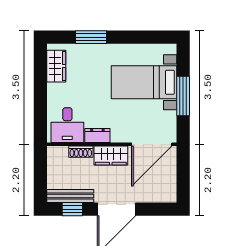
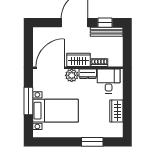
wardrobe: (56, 66) -> (116, 111), moved
plant: (121, 133) -> (72, 75), added

